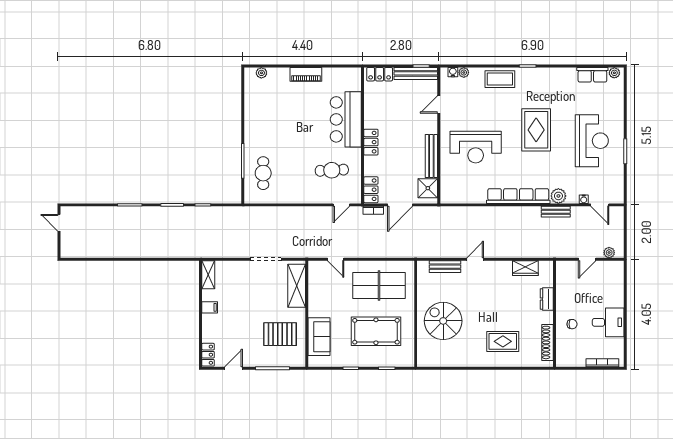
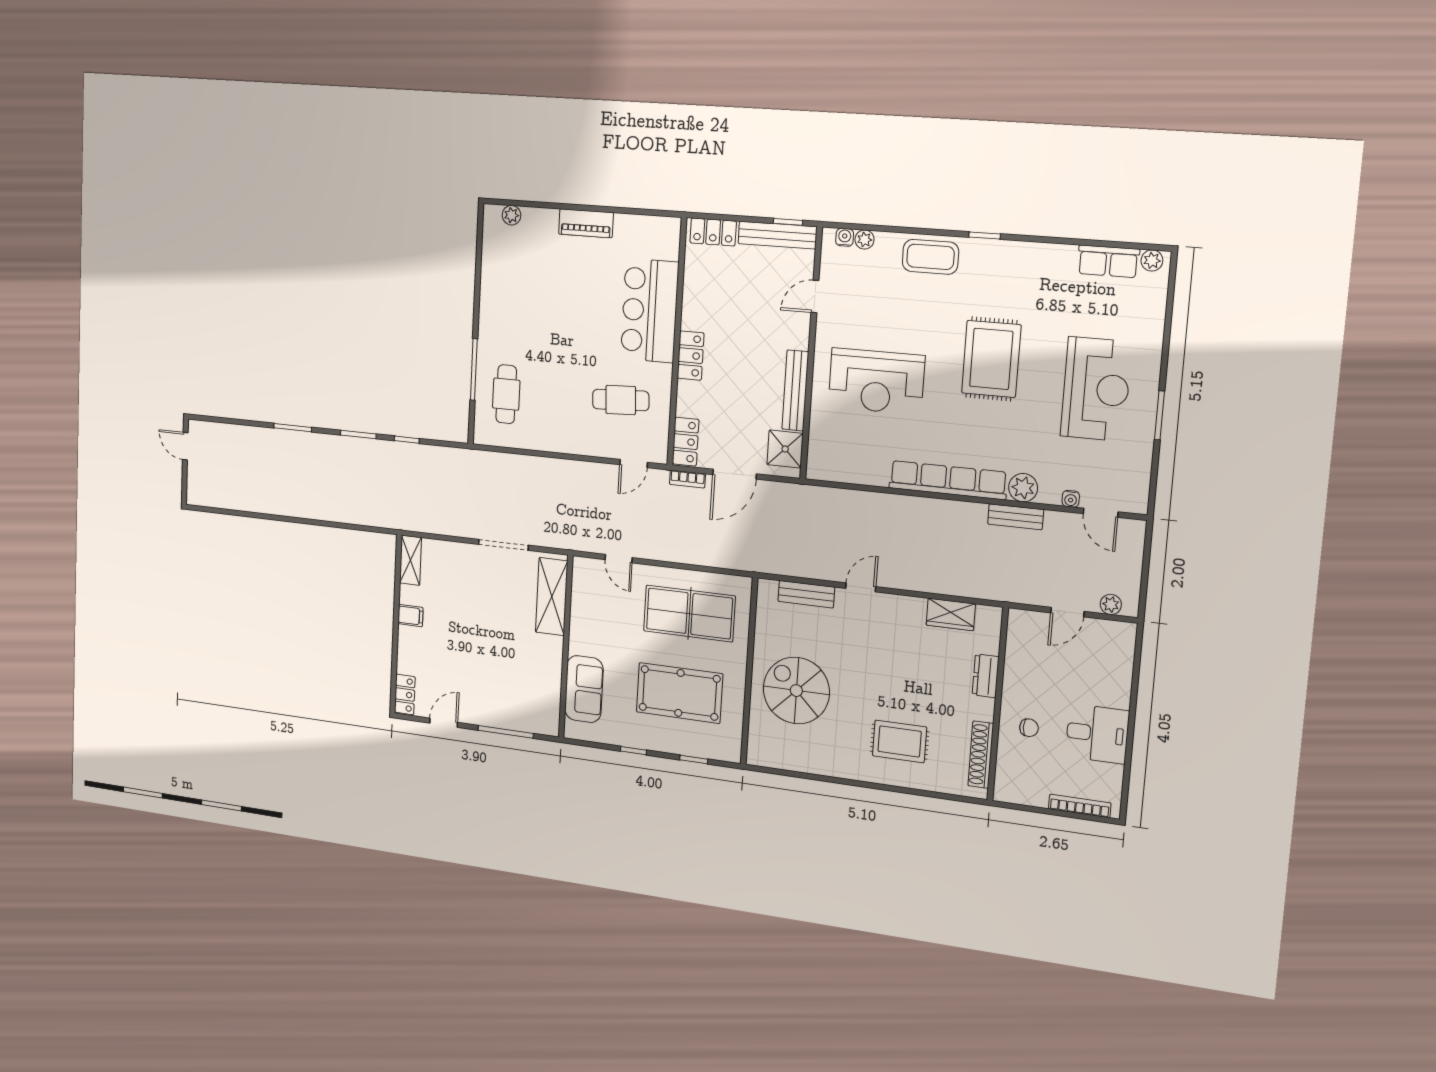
pallet: (280, 334) -> (521, 676), removed

